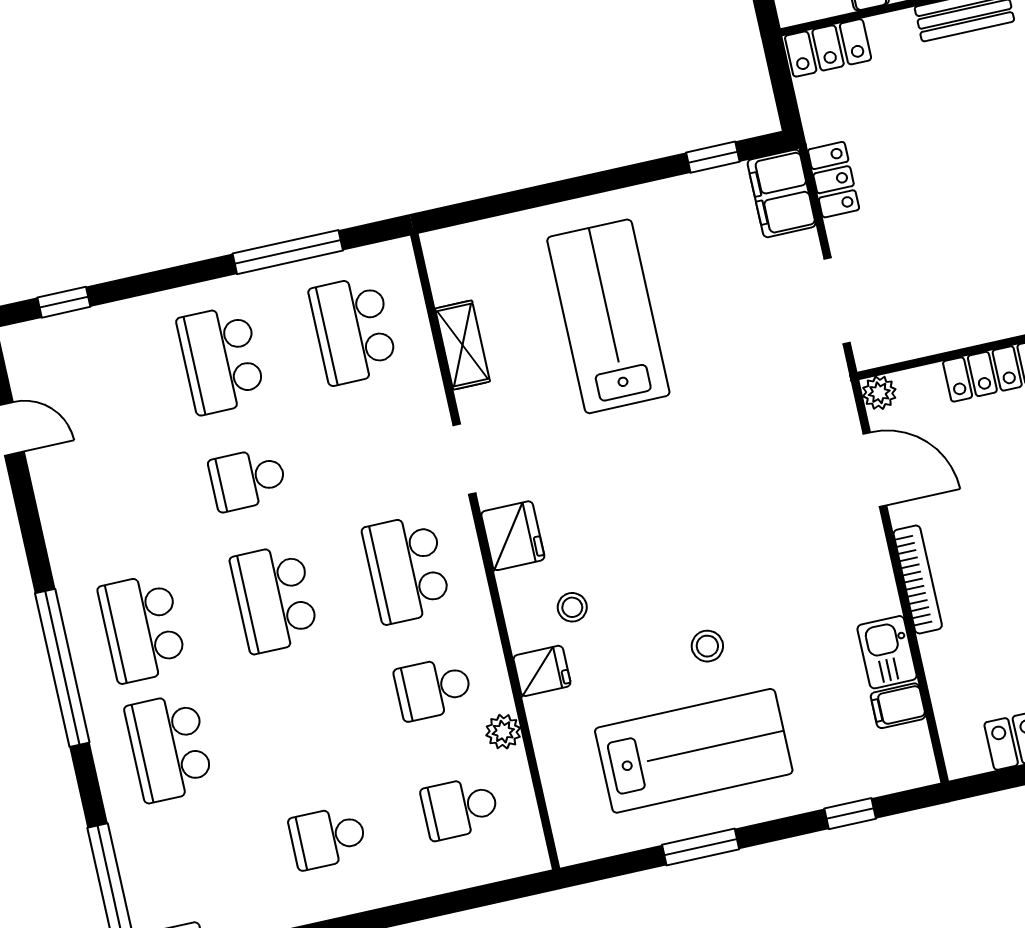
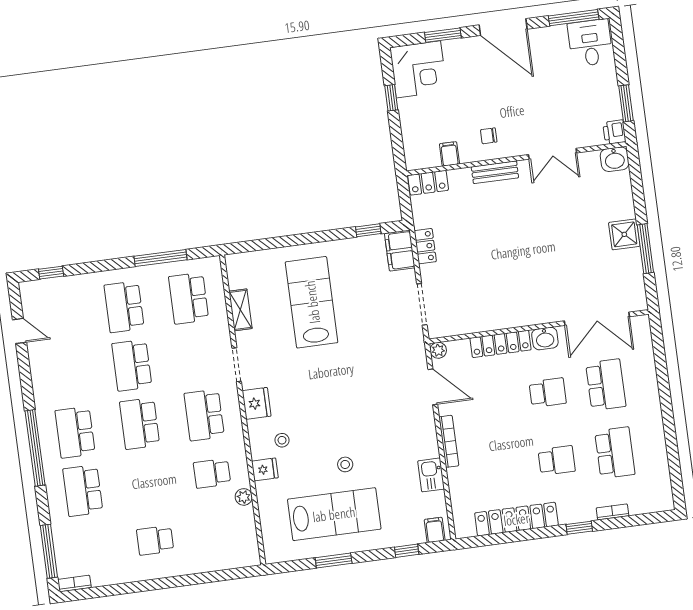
school desk: (248, 479) -> (132, 365), width x1.85
filing cabinet: (898, 706) -> (435, 530), moved, turned 90
school desk: (460, 808) -> (220, 532), removed

